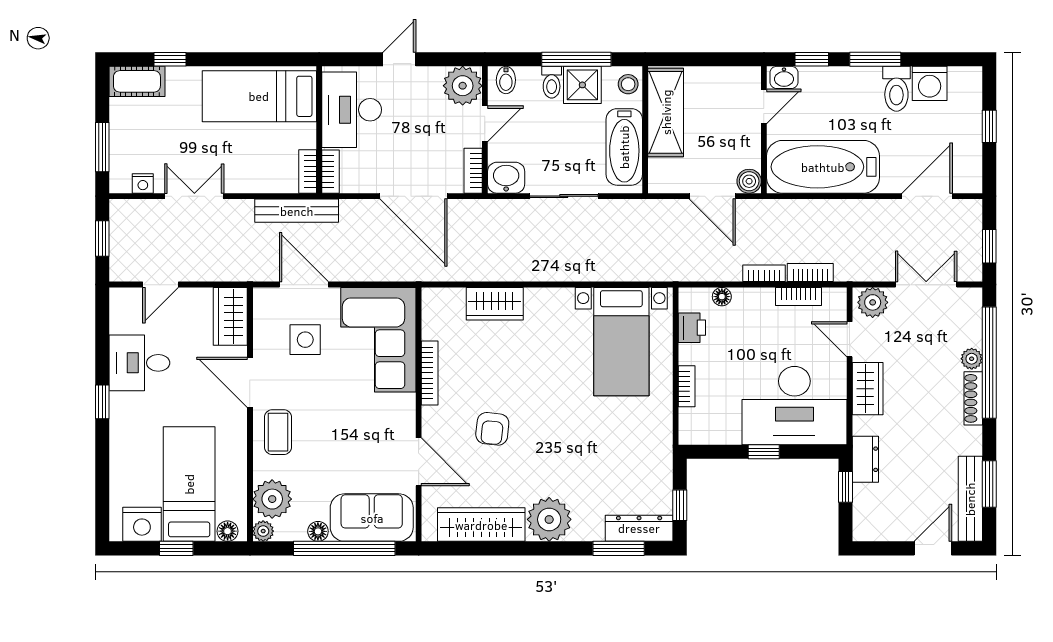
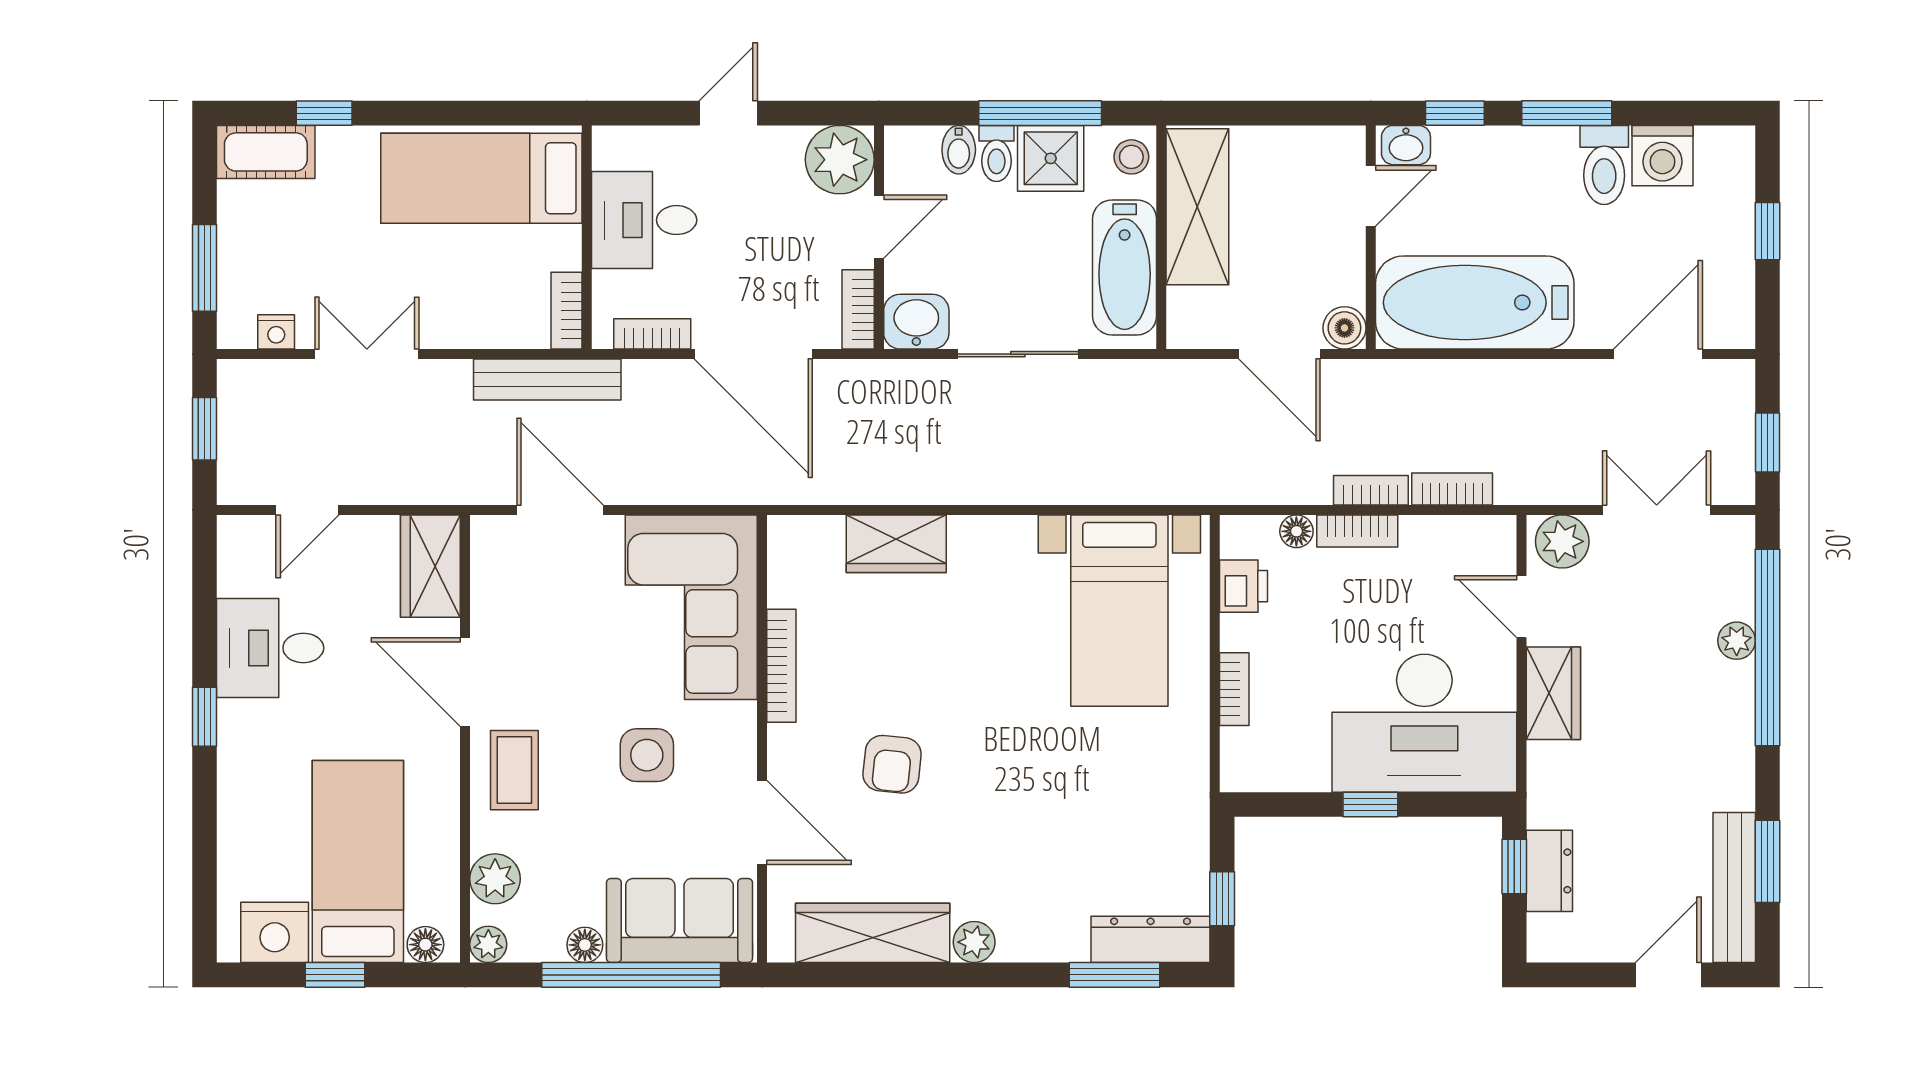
bidet: (506, 80) -> (959, 150), moved
desk: (352, 110) -> (644, 220), width x0.73
bookcase: (331, 172) -> (652, 334), moved, turned -90
bookcase: (798, 296) -> (1357, 531), moved
side table: (305, 340) -> (647, 755), moved
shoe rack: (973, 398) -> (1739, 711), removed
dresser: (865, 459) -> (1549, 871), moved
plant: (272, 499) -> (495, 879), width x0.73, depth x0.73
plant: (549, 519) -> (974, 942), width x0.53, depth x0.53

